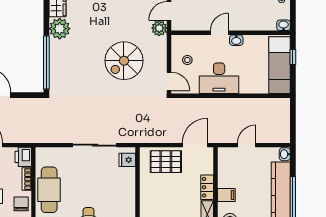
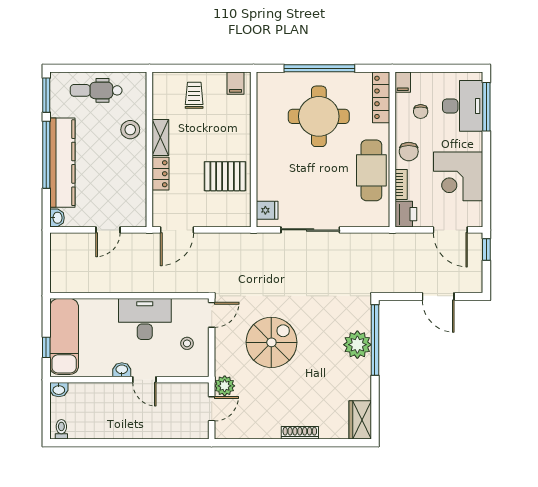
plant: (60, 29) -> (357, 345), moved
door: (219, 33) -> (144, 380), hinge flipped
door: (169, 81) -> (212, 315), swing flipped
pallet: (166, 162) -> (225, 176), moved
filing cabinet: (226, 195) -> (135, 163), removed

